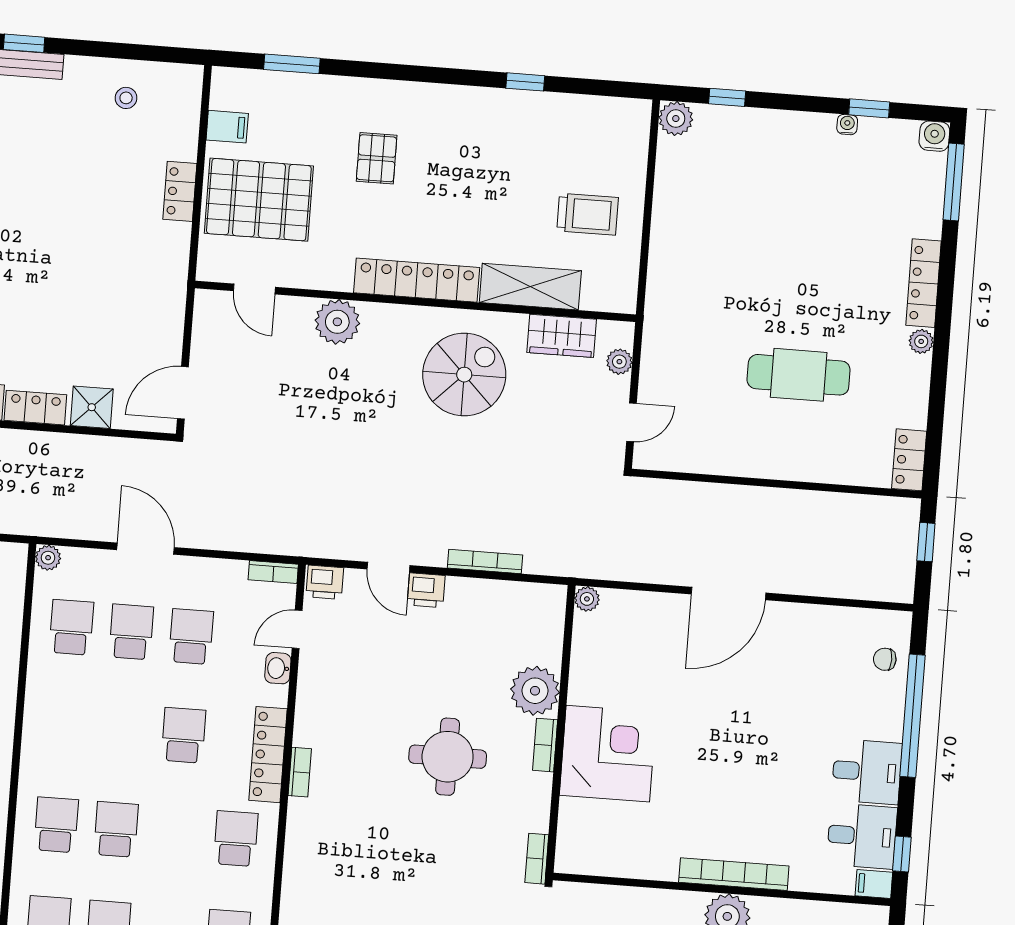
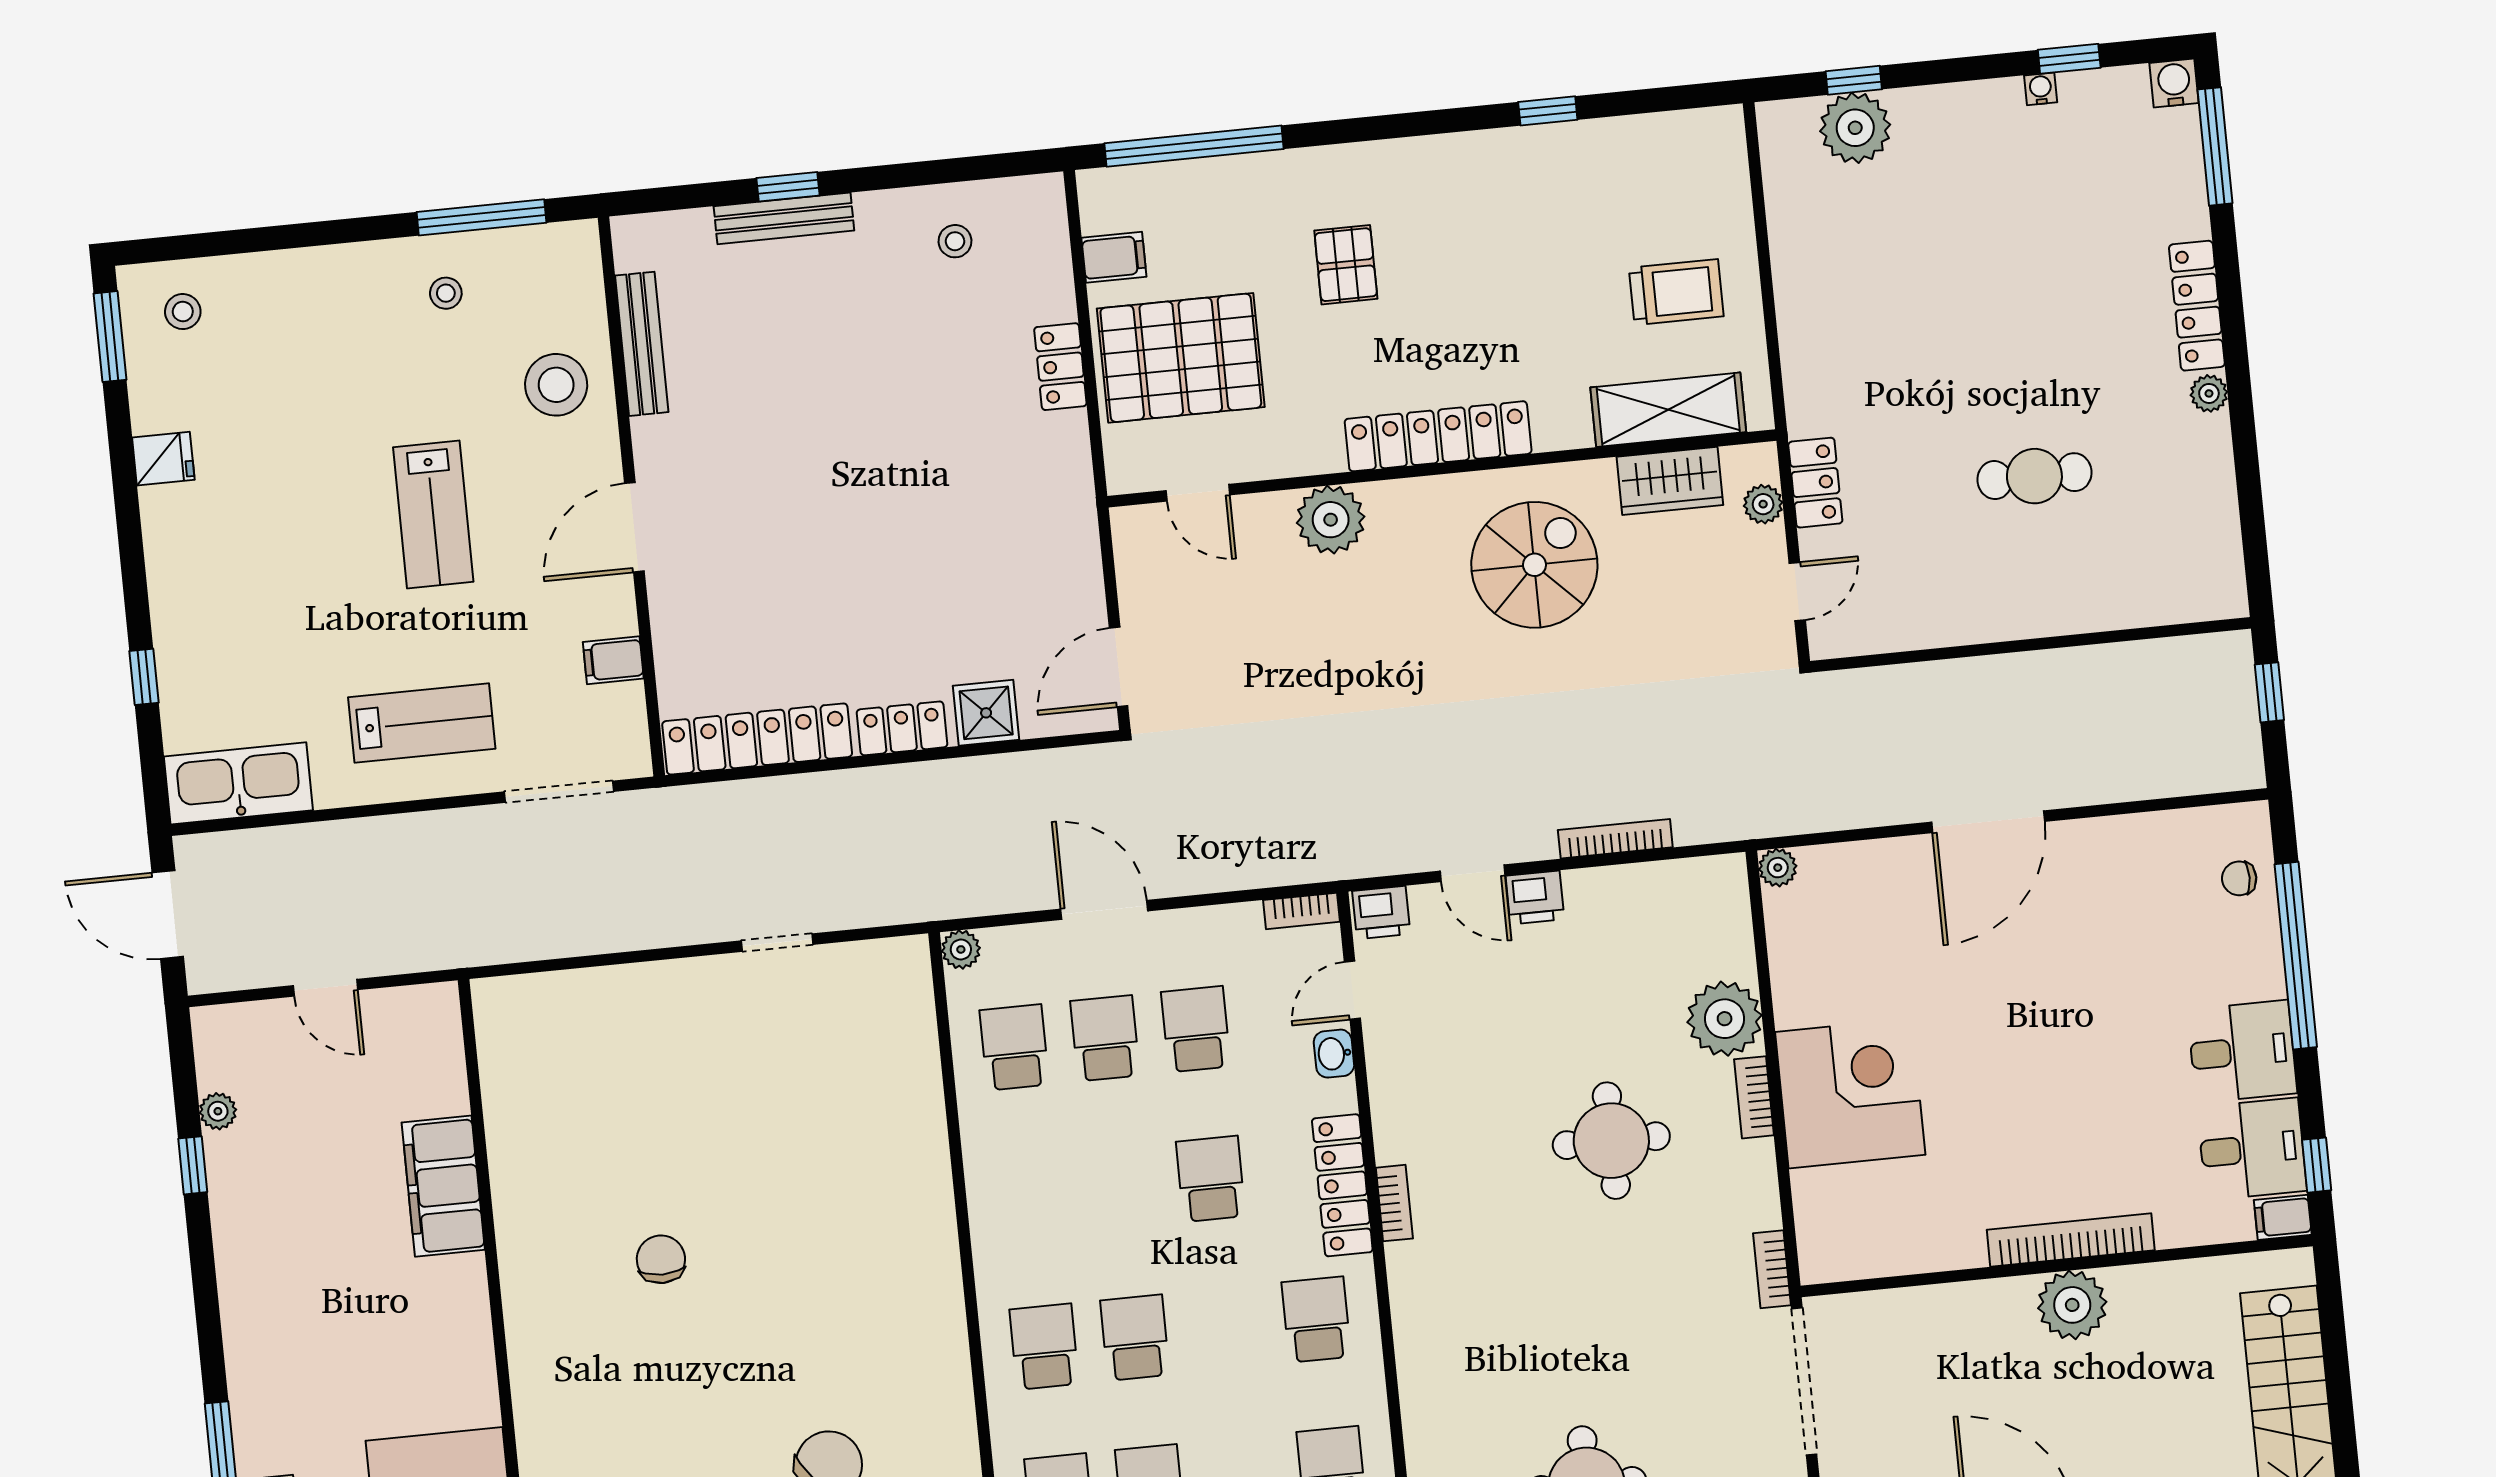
window: (292, 64) -> (1194, 146), width x2.11
plant: (676, 119) -> (1855, 128), moved, width x1.36, depth x1.36
shelving: (530, 287) -> (1668, 410), moved
cafe table: (799, 375) -> (2034, 476), width x0.73, depth x0.74
locker: (909, 460) -> (1815, 483), moved, turned 180

